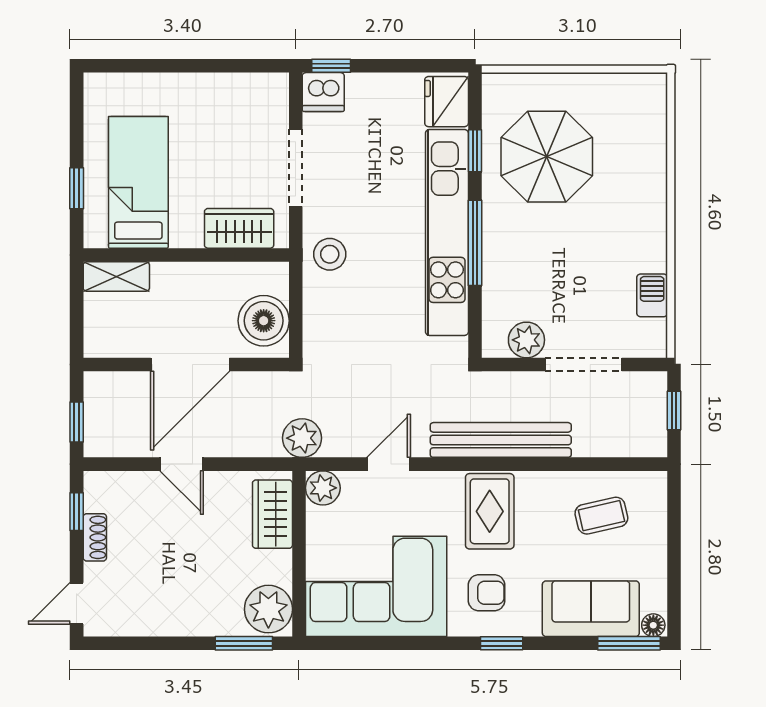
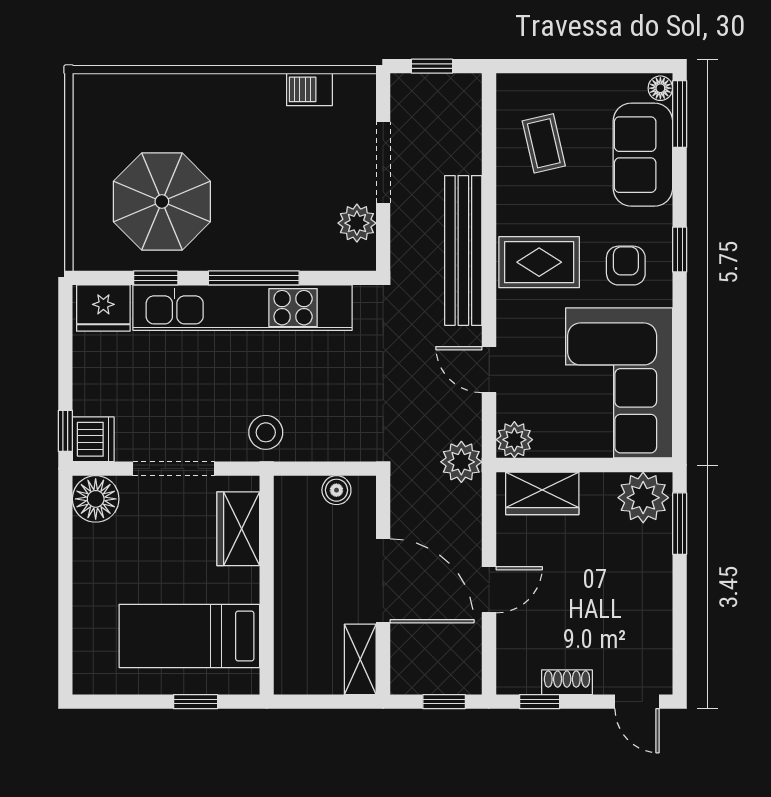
floor lamp: (267, 94) -> (96, 499), added
shelving: (116, 277) -> (360, 659), moved
boiler: (264, 321) -> (336, 490), width x0.54, depth x0.54

